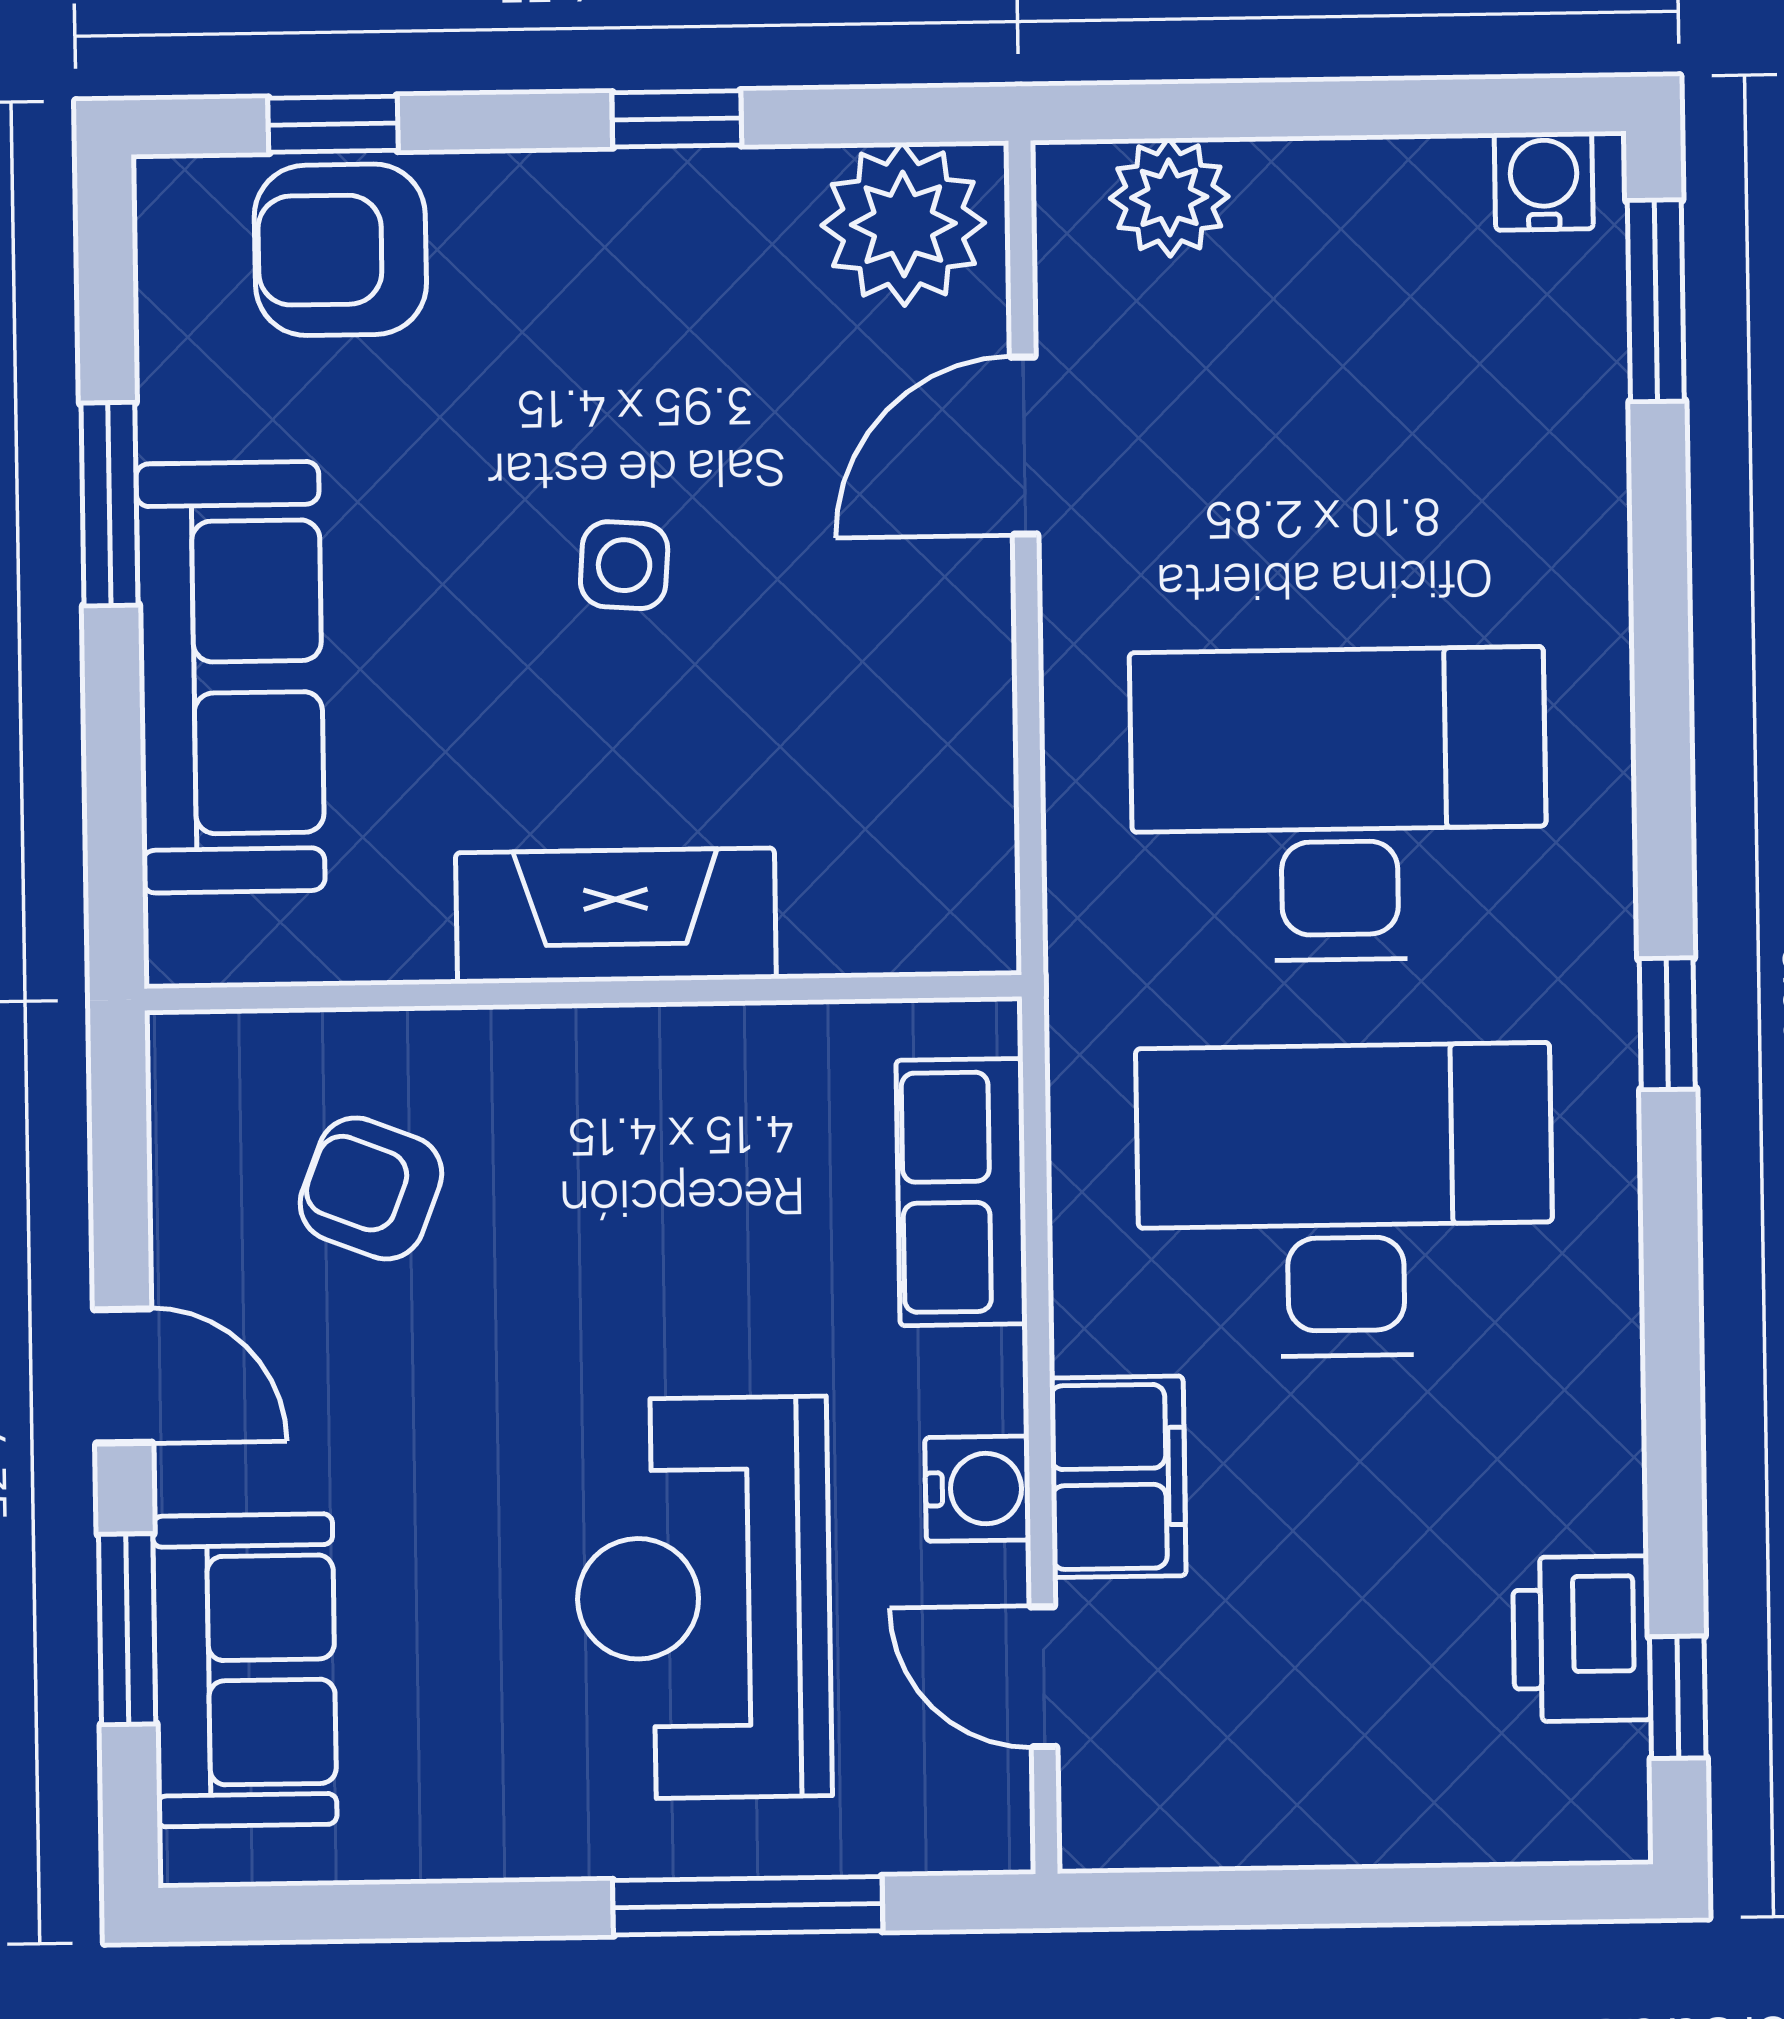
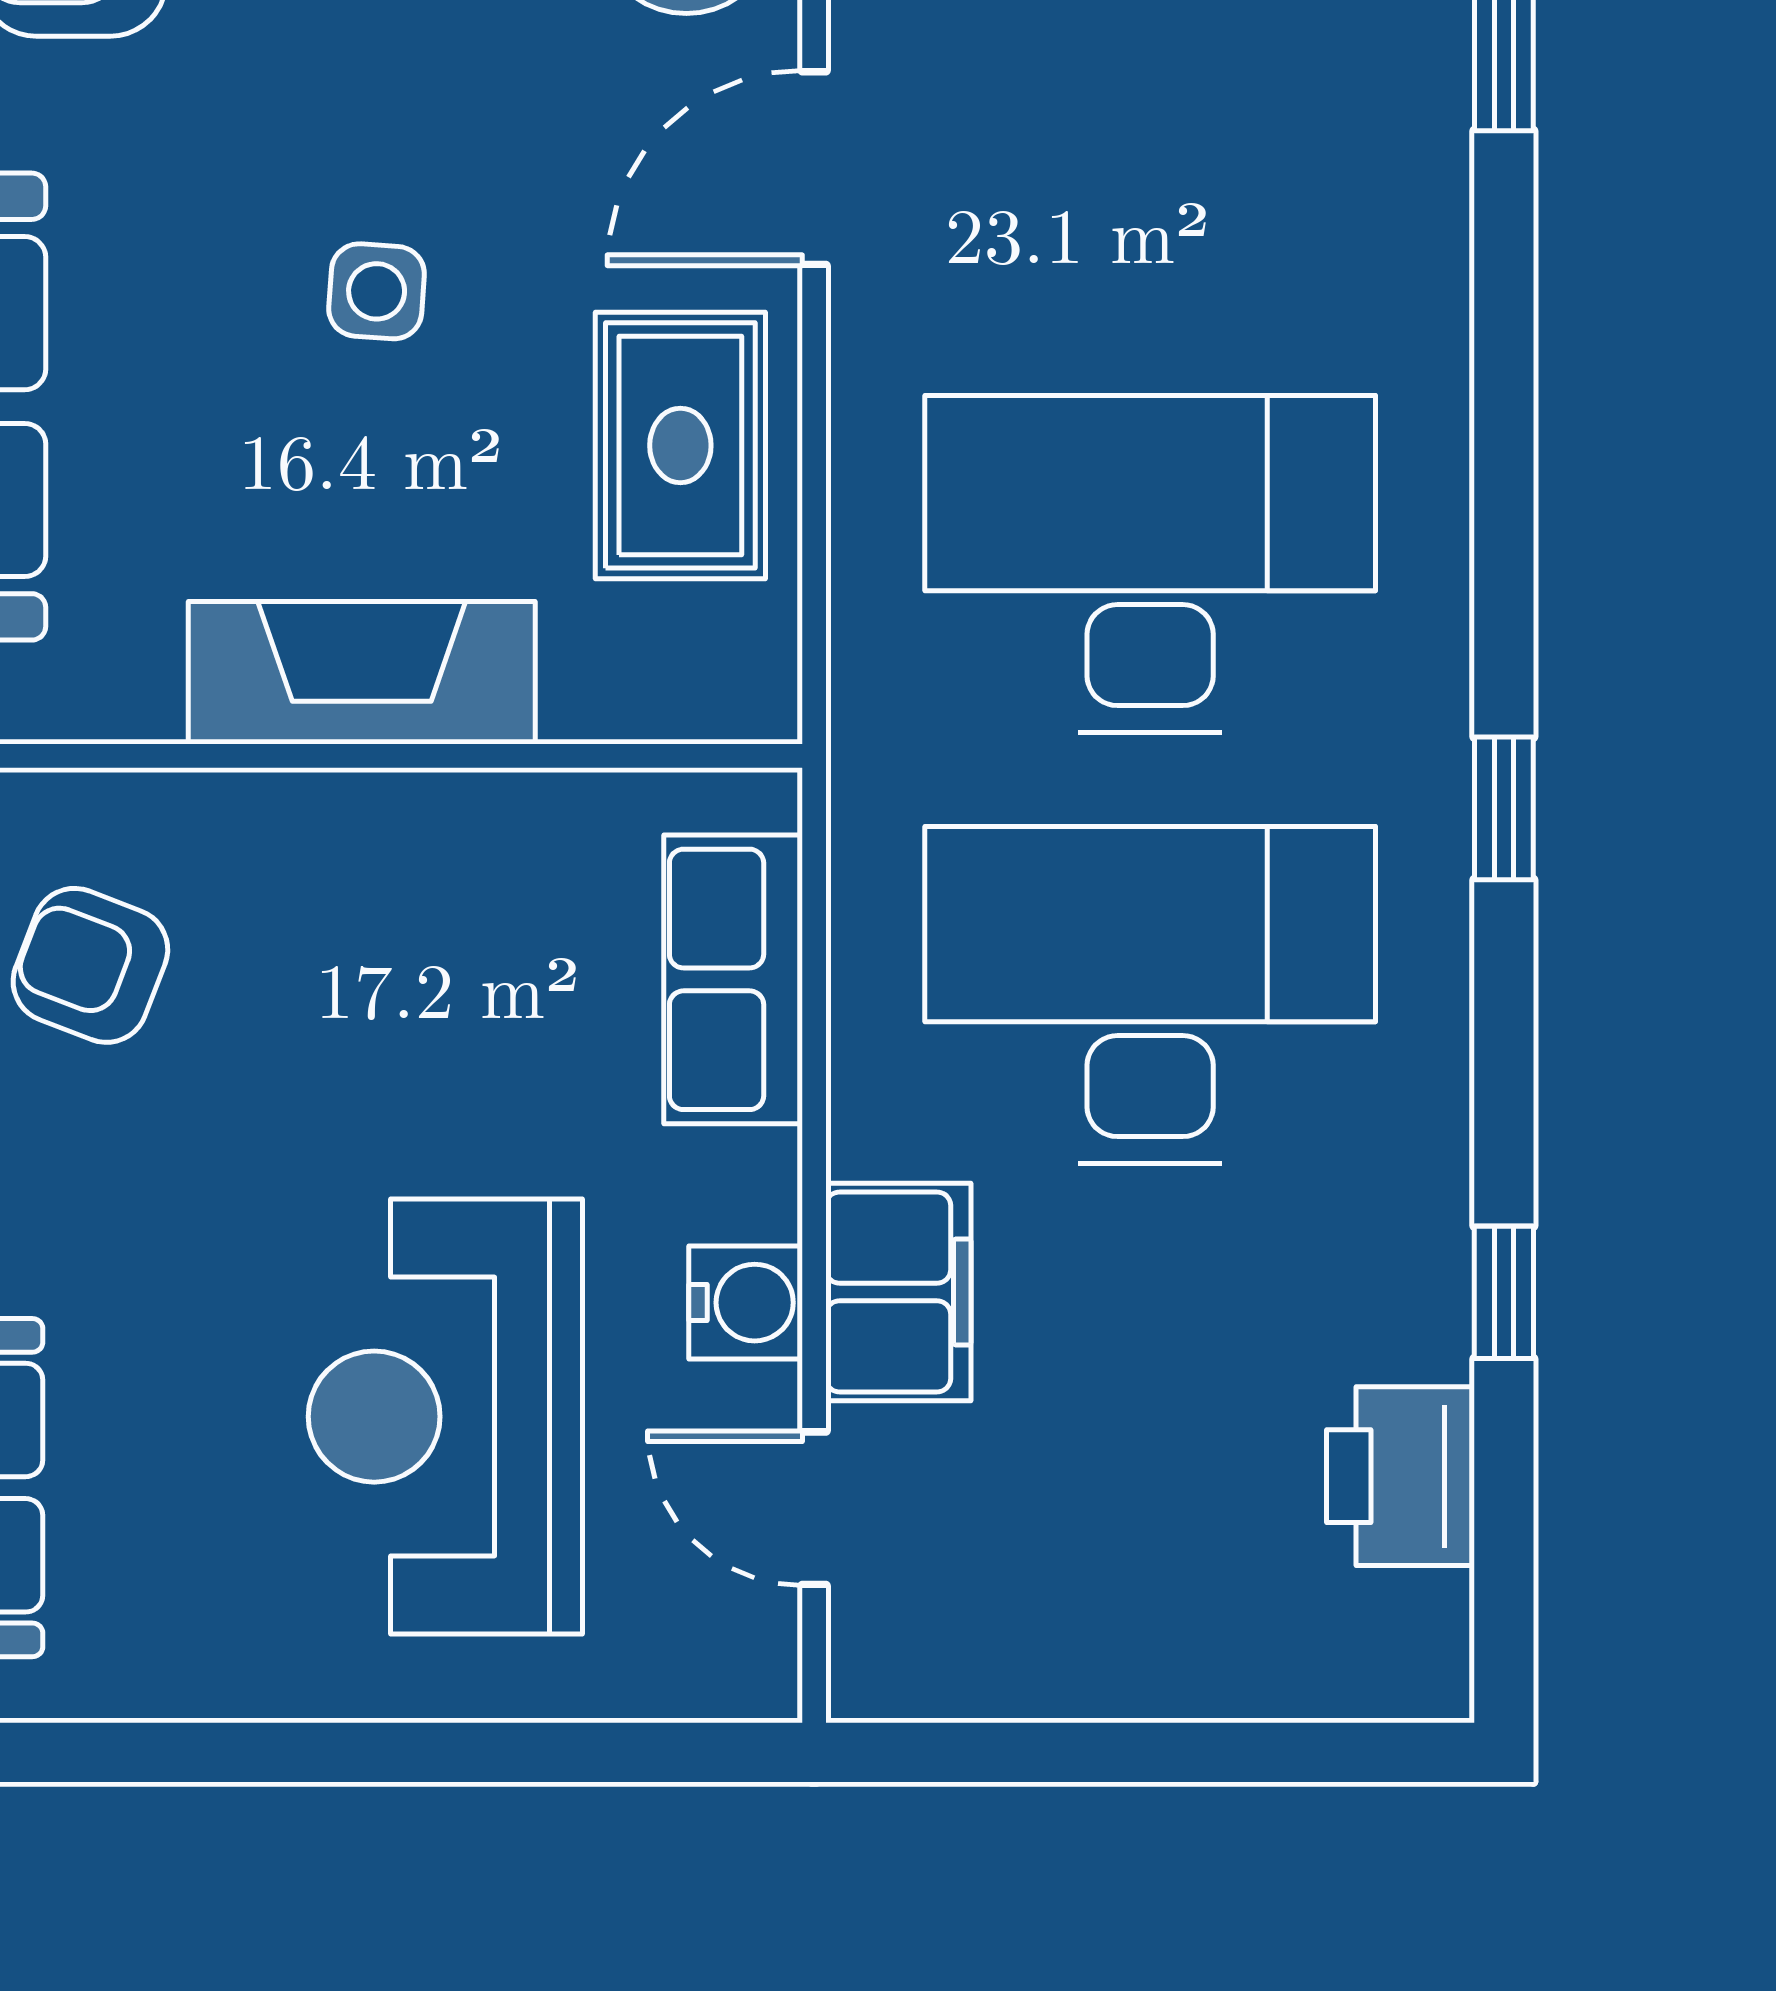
rug: (905, 702) -> (680, 445), added
window: (1678, 1697) -> (1504, 1292), moved
window: (748, 1906) -> (488, 1752), removed

